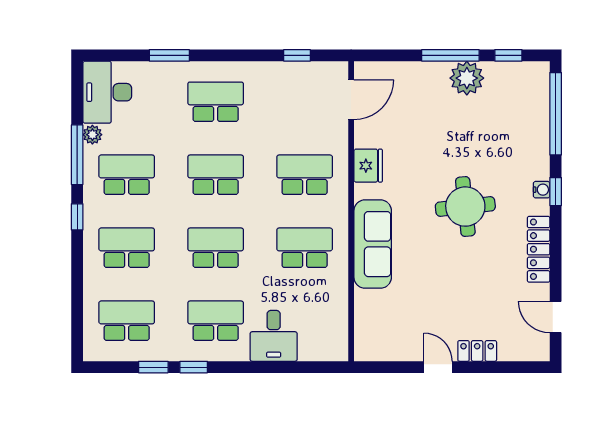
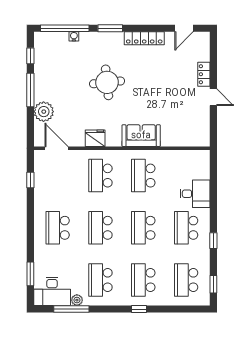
window: (169, 55) -> (30, 274), moved
plant: (467, 78) -> (44, 112), moved
window: (77, 155) -> (71, 309), moved
water cooler: (542, 190) -> (74, 36), moved
window: (556, 192) -> (110, 28), width x1.50
round table: (465, 207) -> (107, 82), moved
window: (77, 217) -> (139, 309), moved
sofa: (373, 244) -> (141, 136), width x0.73
window: (153, 367) -> (213, 284), moved
door: (438, 367) -> (213, 97), swing flipped

